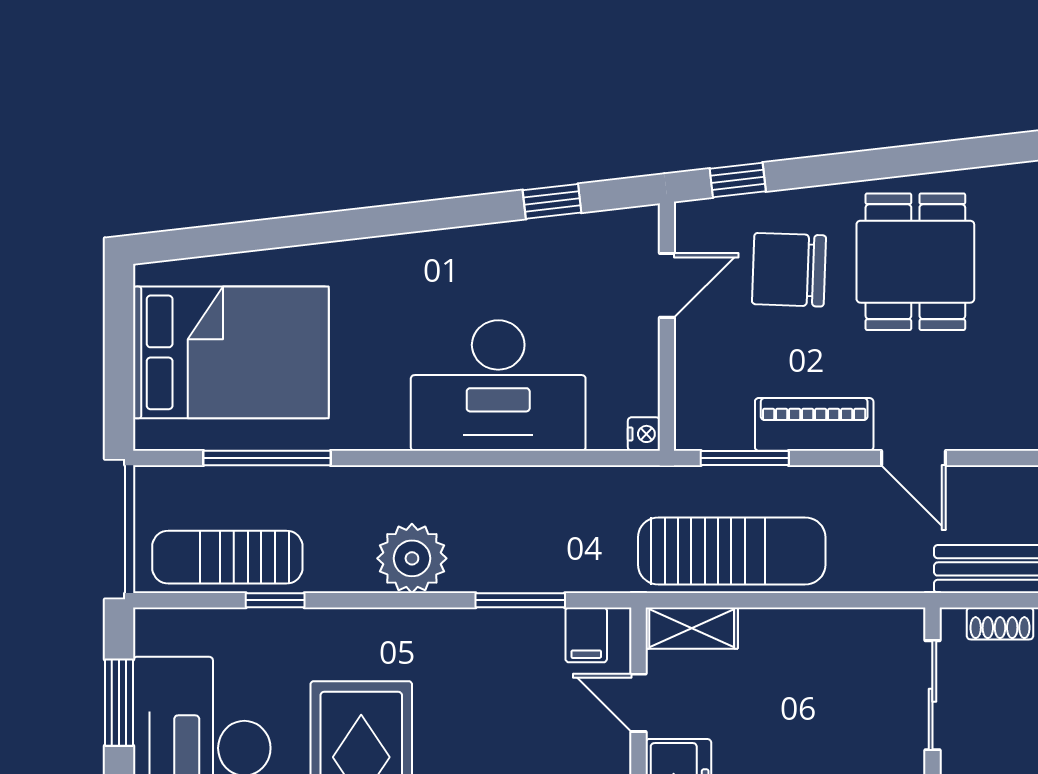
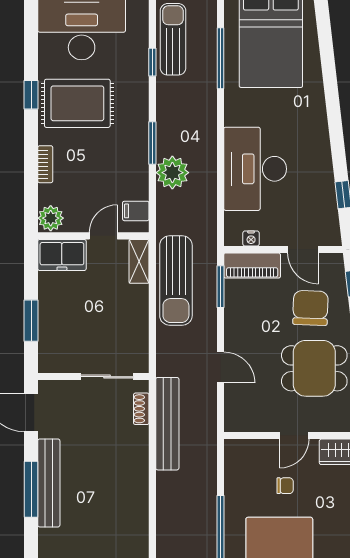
piano: (814, 424) -> (252, 266), moved, turned 90
nightstand: (644, 434) -> (251, 238), moved
door: (913, 458) -> (220, 367), swing flipped
plant: (412, 558) -> (172, 173), moved
window: (520, 600) -> (152, 143), moved

